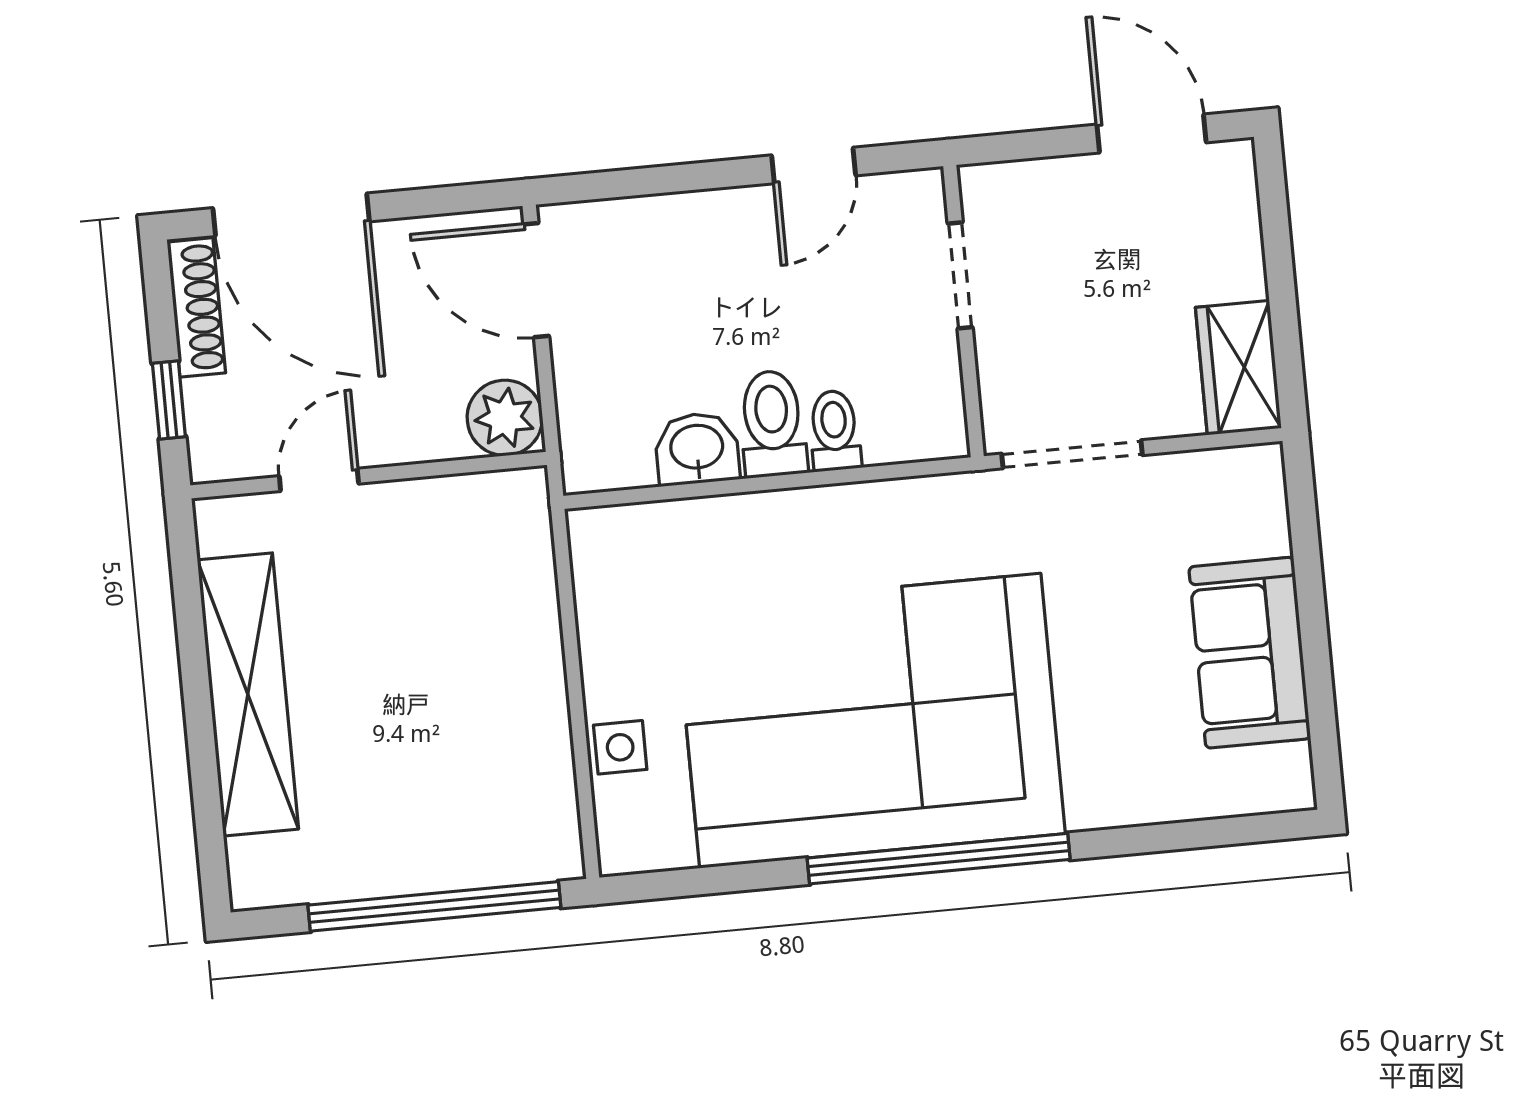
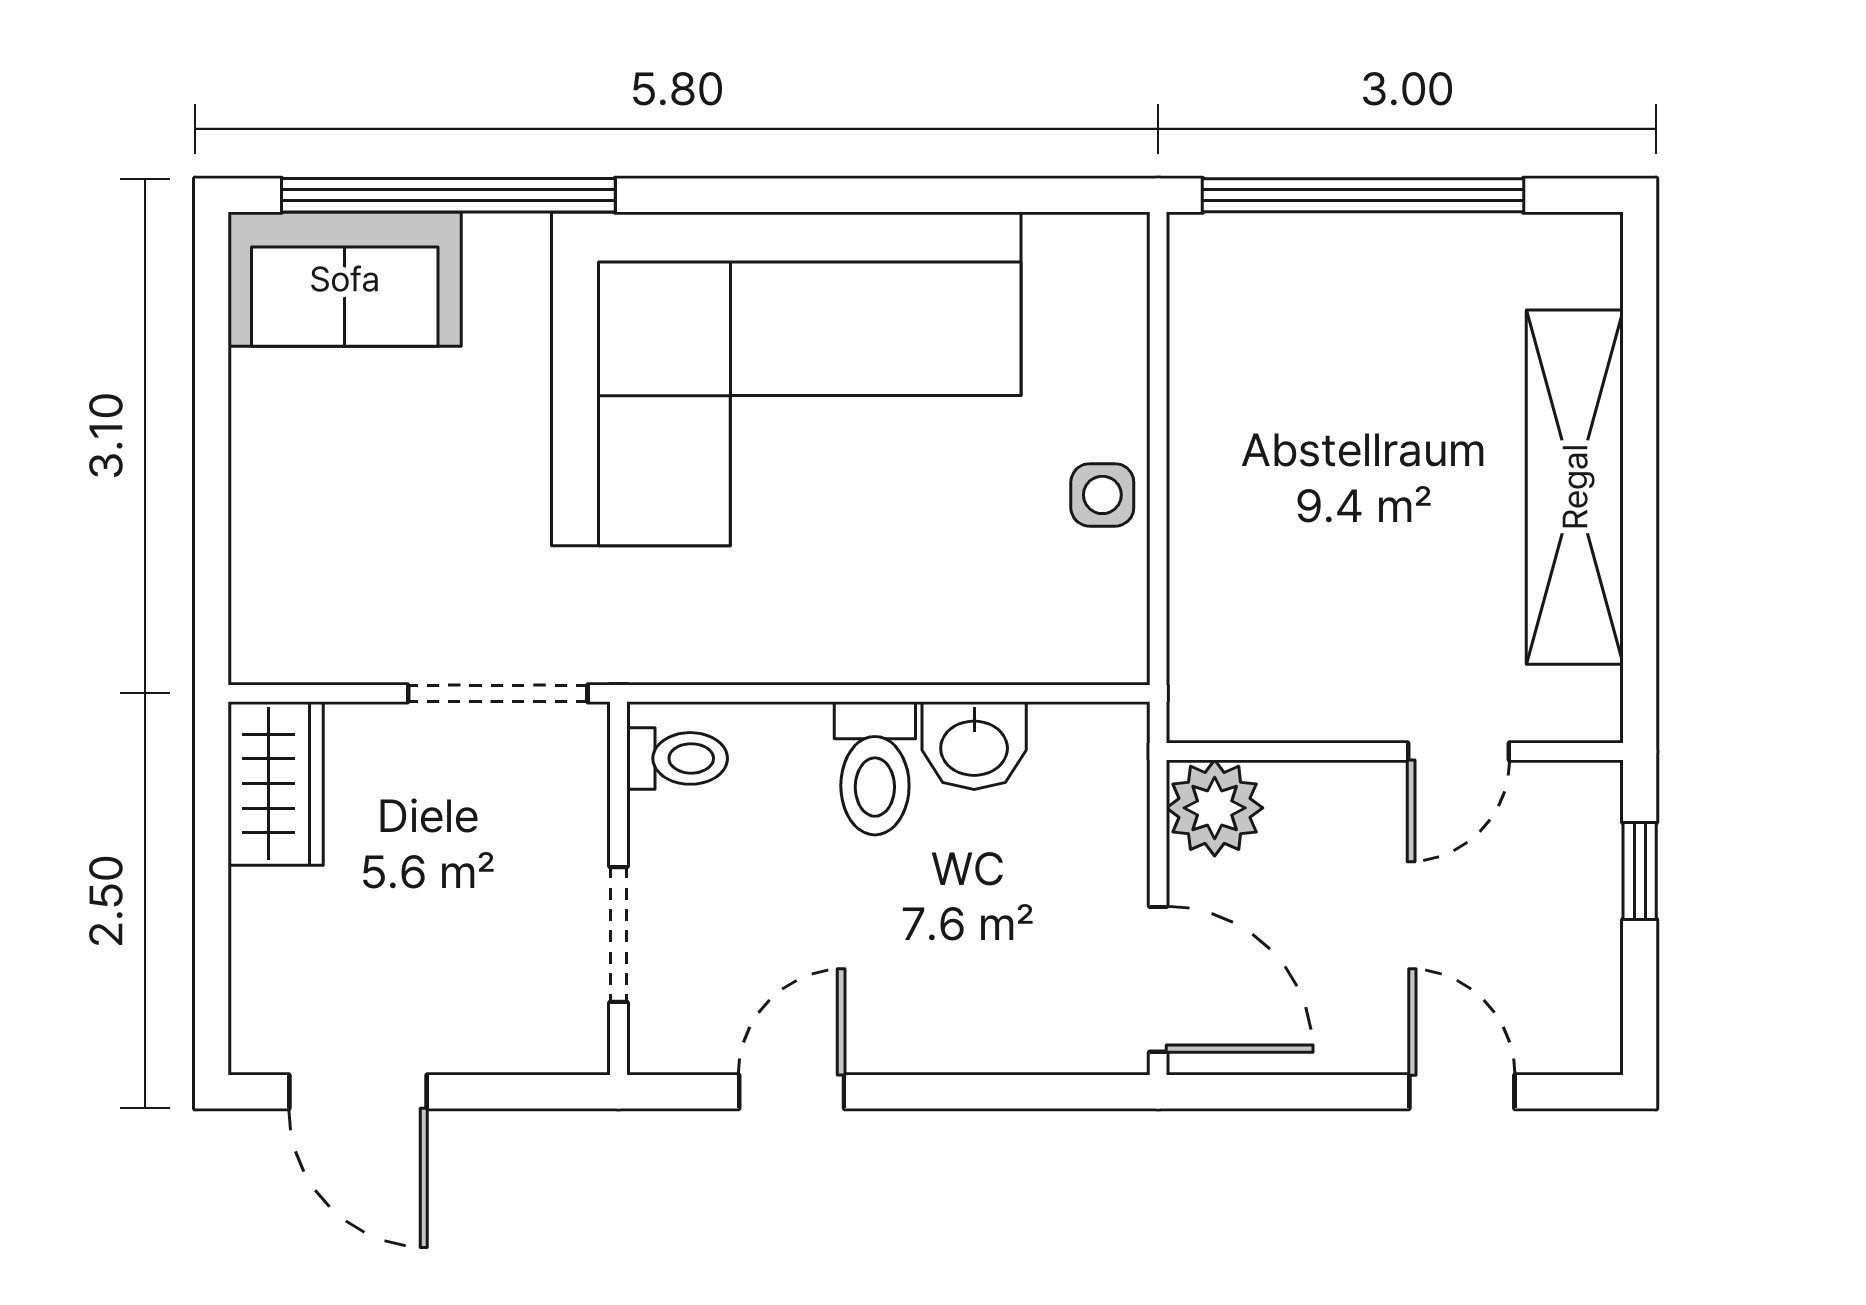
door: (291, 215) -> (1462, 1092), width x0.53
shoe rack: (196, 307) -> (1594, 985), removed
toilet: (835, 431) -> (677, 758), moved, turned -90
sofa: (1250, 653) -> (345, 279), moved, turned 90
side table: (620, 747) -> (1102, 495), moved
window: (939, 859) -> (448, 195), moved

